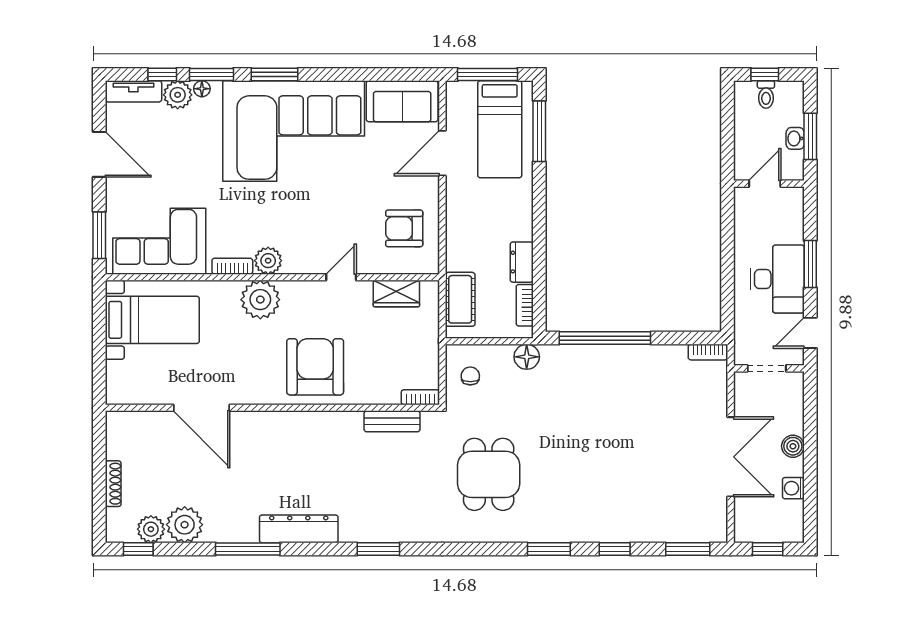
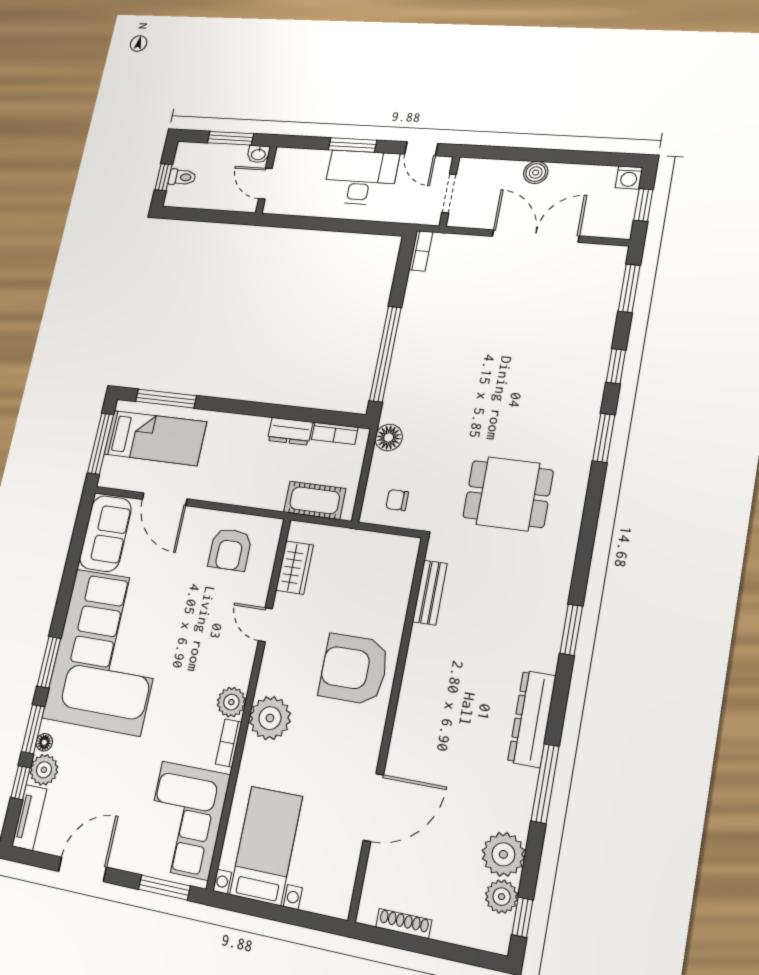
washbasin: (795, 138) -> (258, 154), moved
bookcase: (420, 397) -> (409, 557), removed
shoe rack: (113, 484) -> (404, 924), moved
washing machine: (793, 488) -> (629, 178), moved

